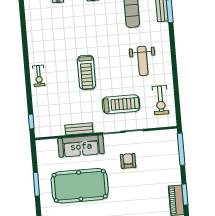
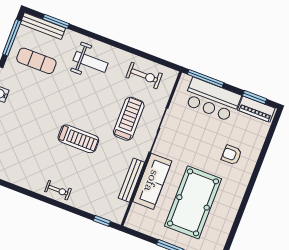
weight bench: (143, 61) -> (91, 62), moved
bench: (79, 129) -> (131, 180), width x1.36
armchair: (128, 161) -> (232, 155), moved
bar counter: (167, 162) -> (212, 100), added

